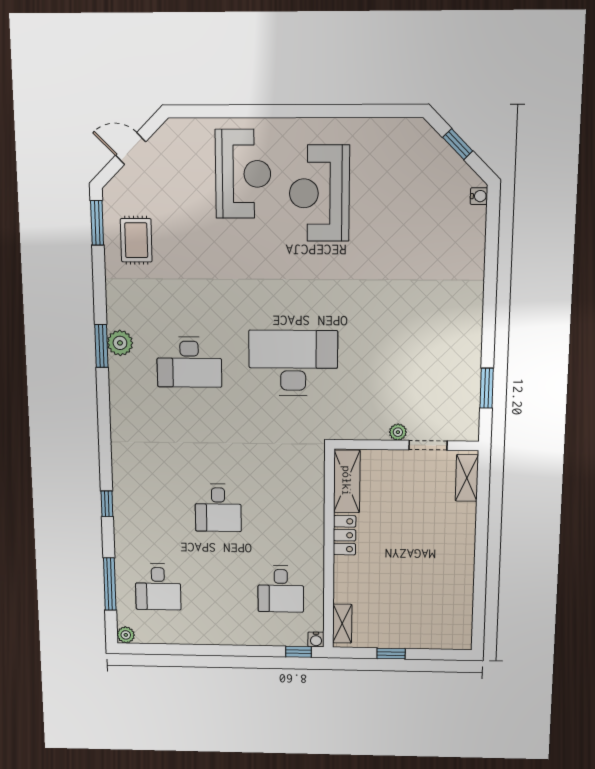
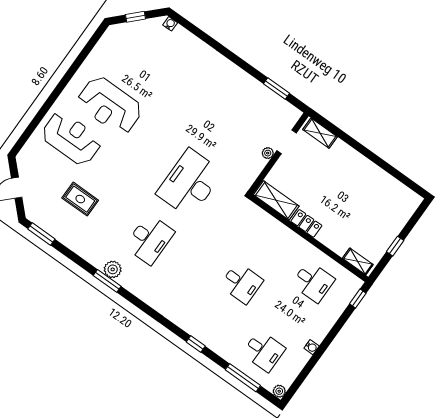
rug: (136, 240) -> (80, 199), moved
water cooler: (316, 639) -> (312, 347), moved

